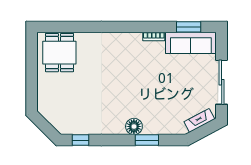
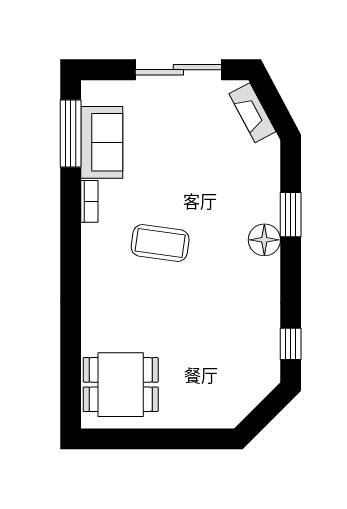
window: (189, 27) -> (71, 133), width x1.44
sofa: (191, 43) -> (102, 142), width x0.73
coffee table: (132, 73) -> (160, 243), added

